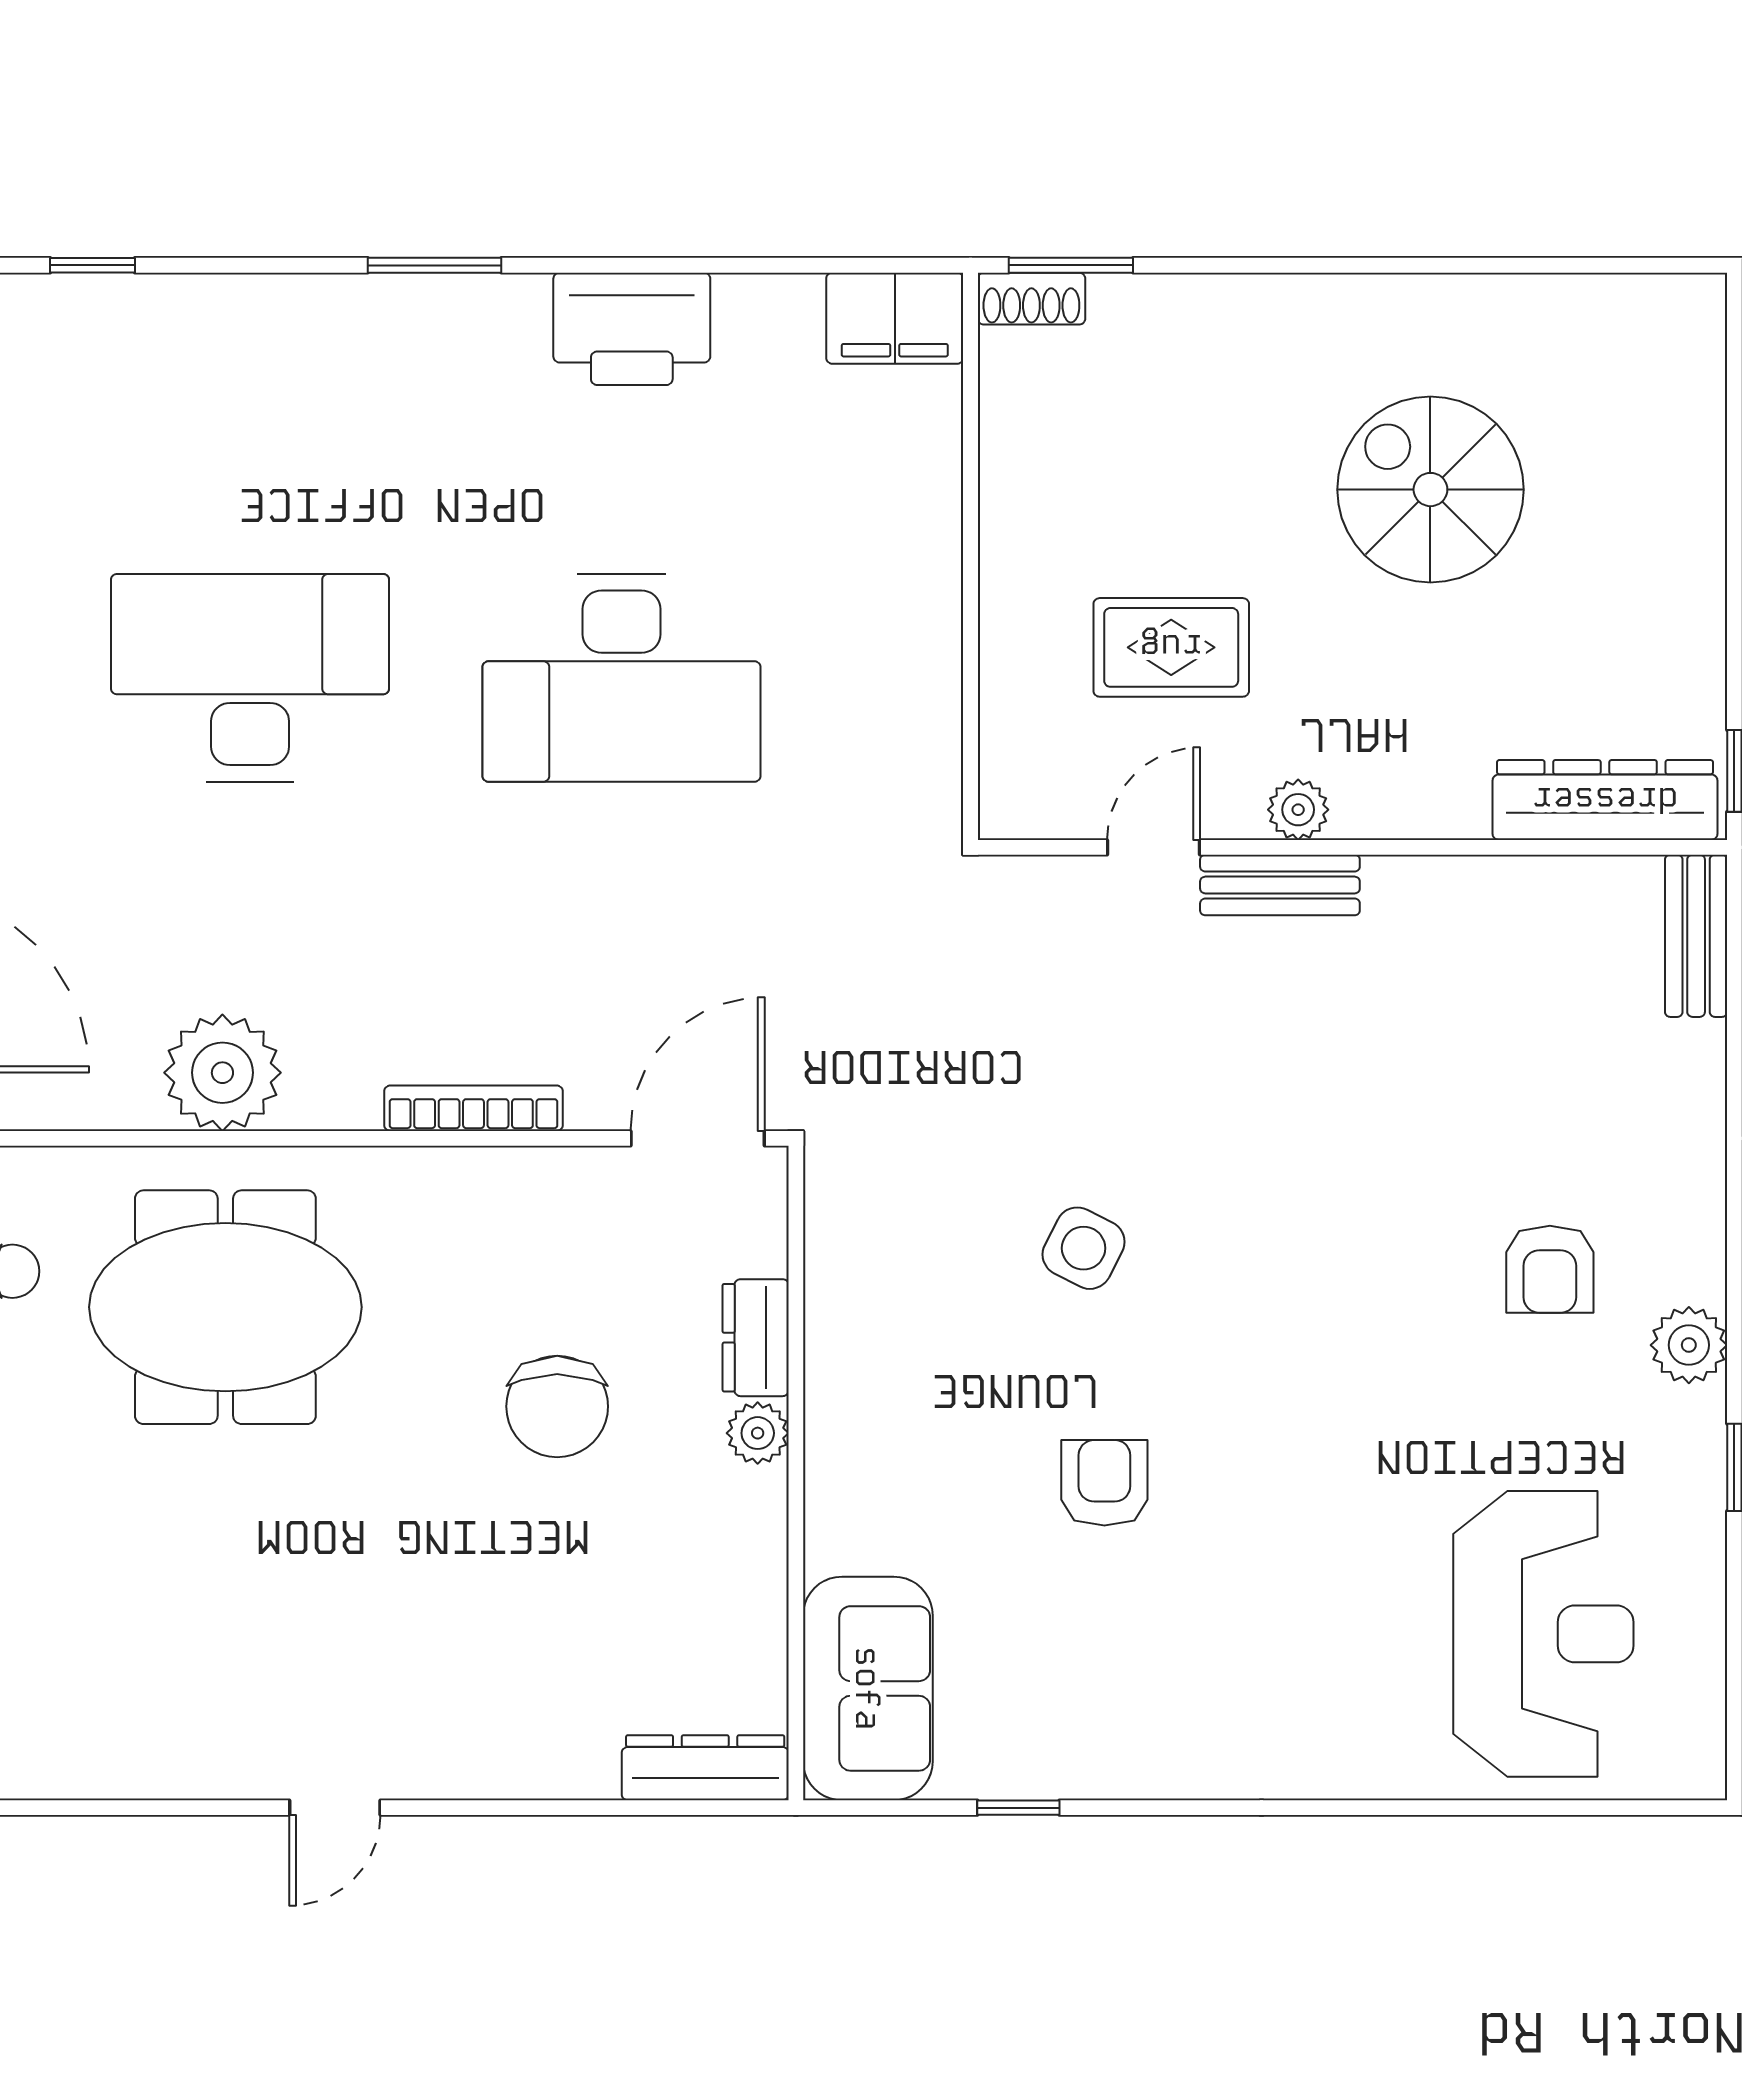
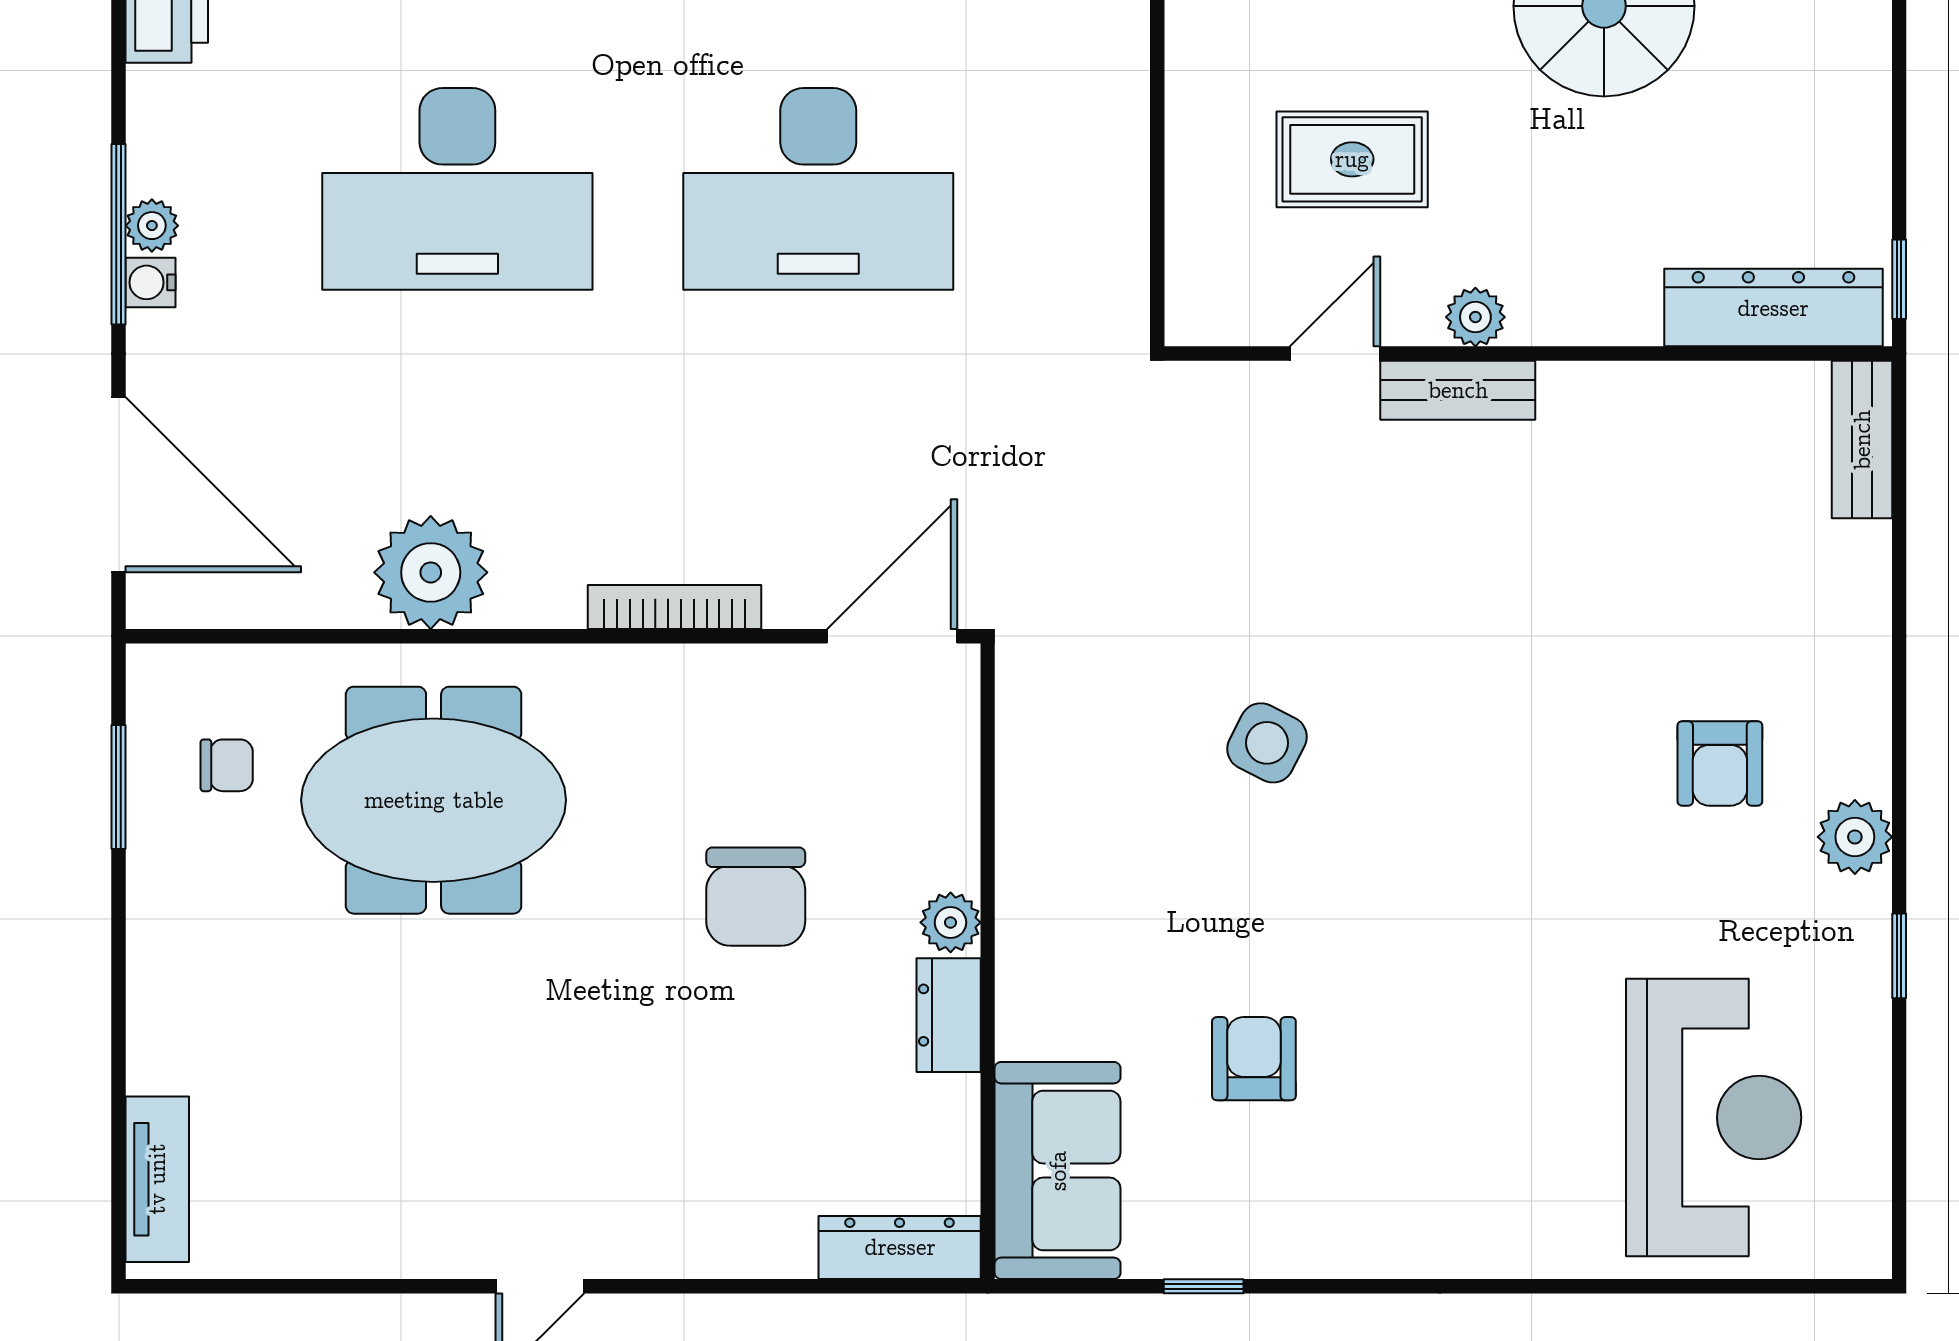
desk: (250, 678) -> (457, 189), turned 180
dresser: (756, 1338) -> (949, 1015), moved
armchair: (1104, 1483) -> (1254, 1059), moved

